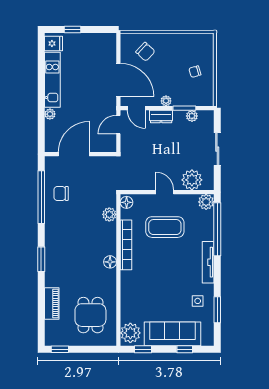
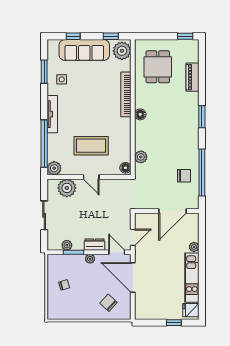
bookcase: (126, 245) -> (126, 94), moved

